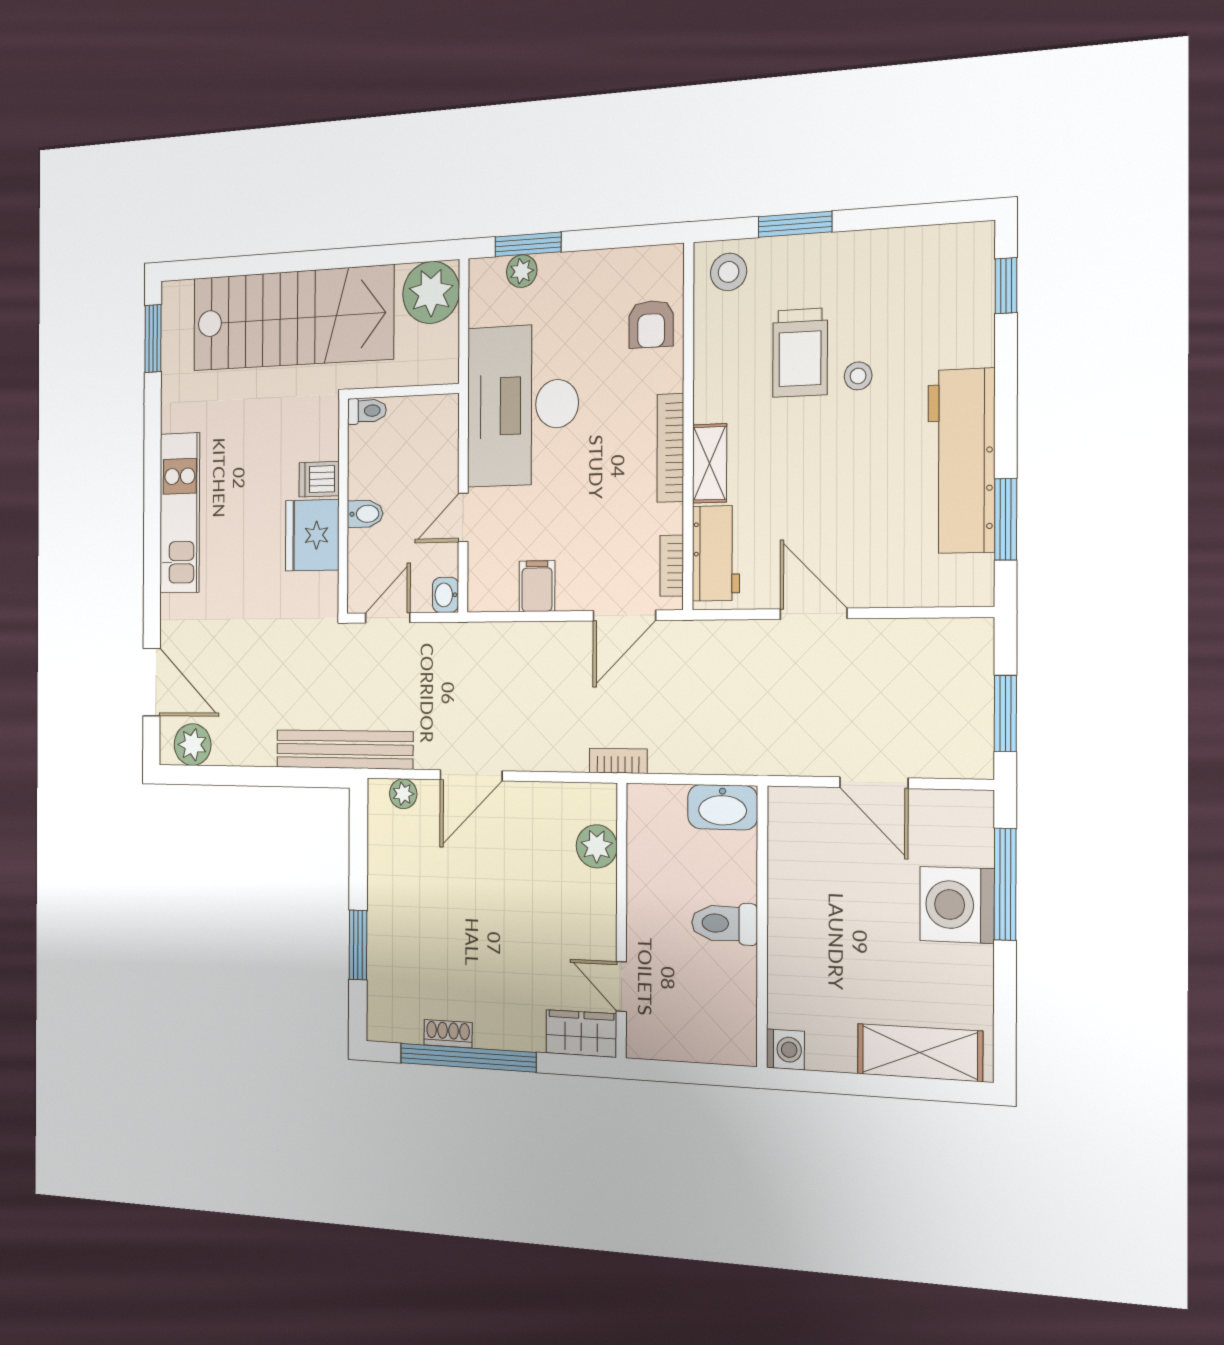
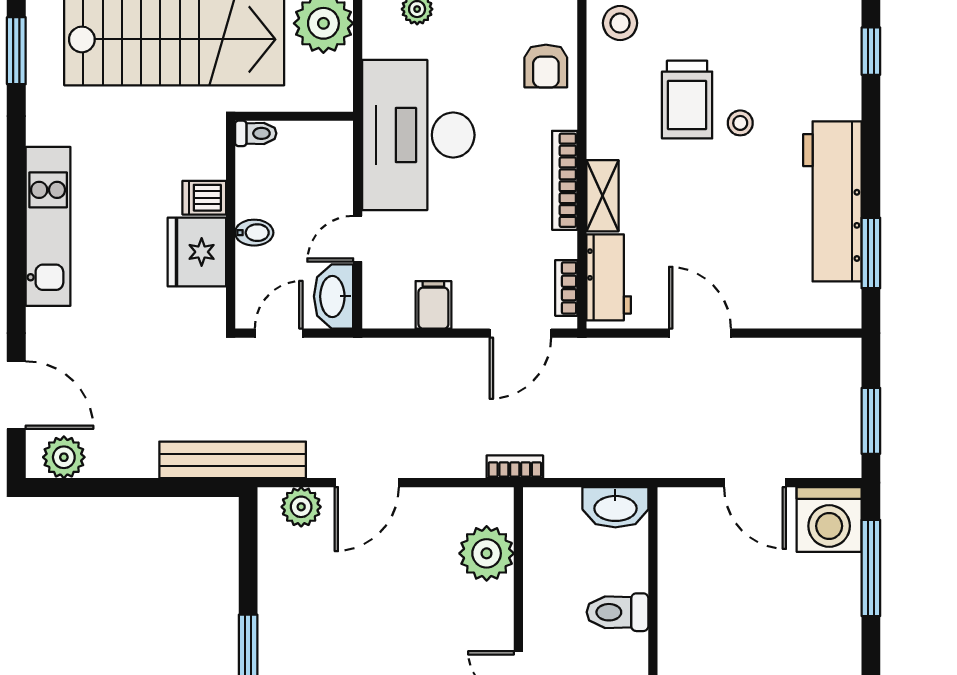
washbasin: (446, 595) -> (334, 296), width x1.91, depth x1.45
plant: (403, 794) -> (301, 507), width x1.38, depth x1.38
plant: (597, 846) -> (487, 553), width x1.36, depth x1.36
washing machine: (957, 905) -> (829, 520), moved, turned -90

